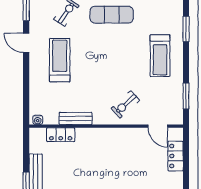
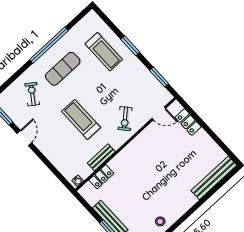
window: (186, 29) -> (130, 46), moved
door: (26, 43) -> (24, 138), swing flipped
treadmill: (160, 56) -> (104, 52), moved
treadmill: (60, 60) -> (81, 119), moved

